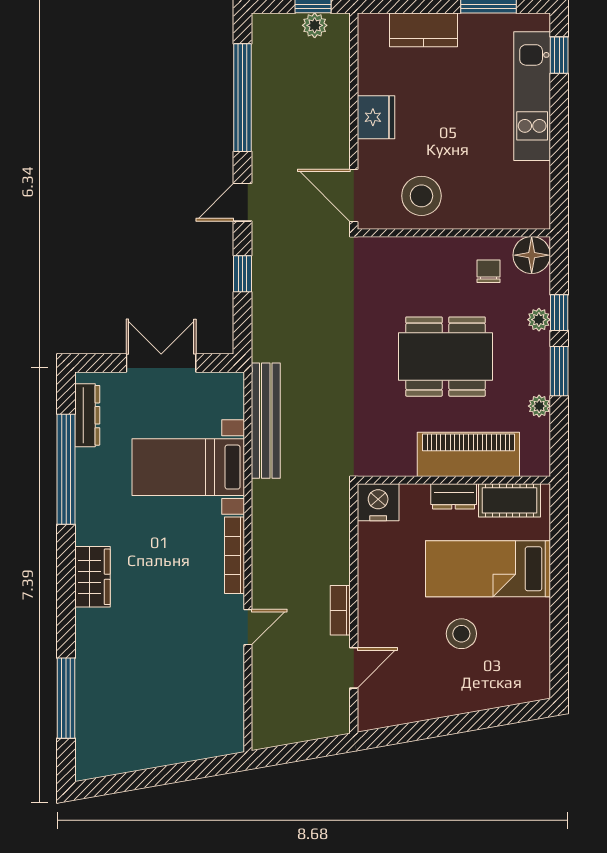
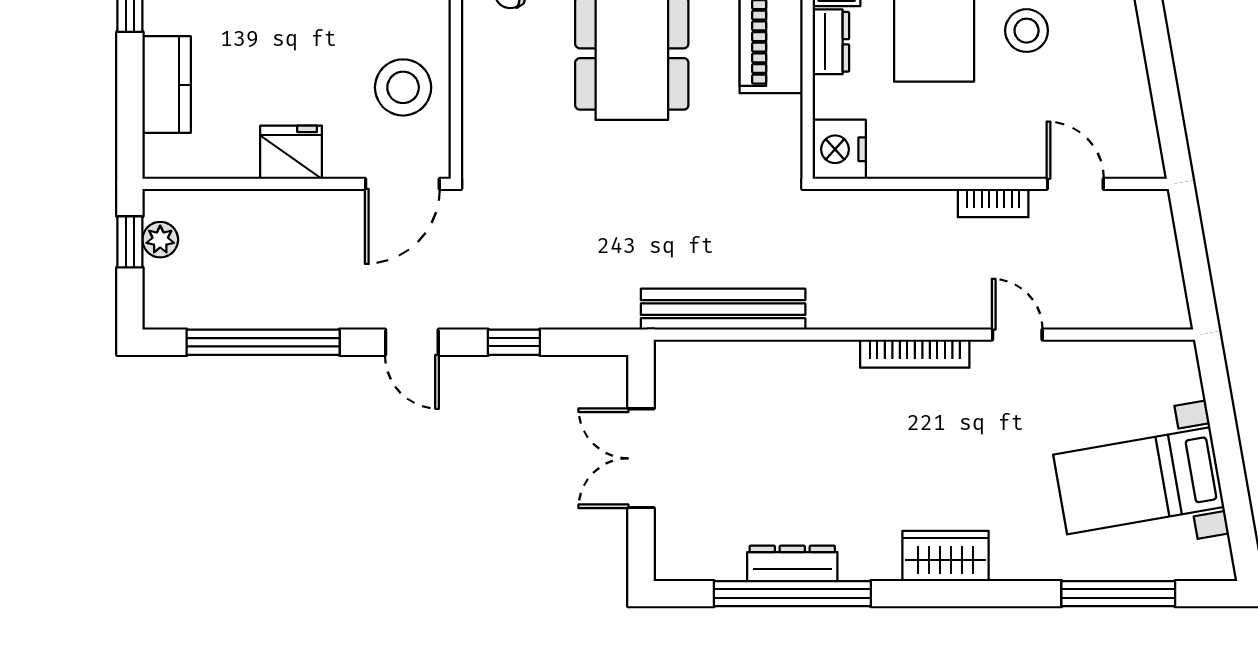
dresser: (87, 415) -> (792, 563), moved
bed with nightstands: (188, 467) -> (1139, 481), moved, turned 80

